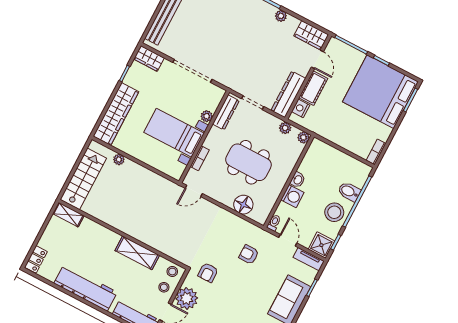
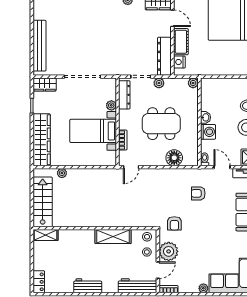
plant: (285, 128) -> (159, 83), moved
workbench: (86, 288) -> (88, 286), width x0.53, depth x0.76

